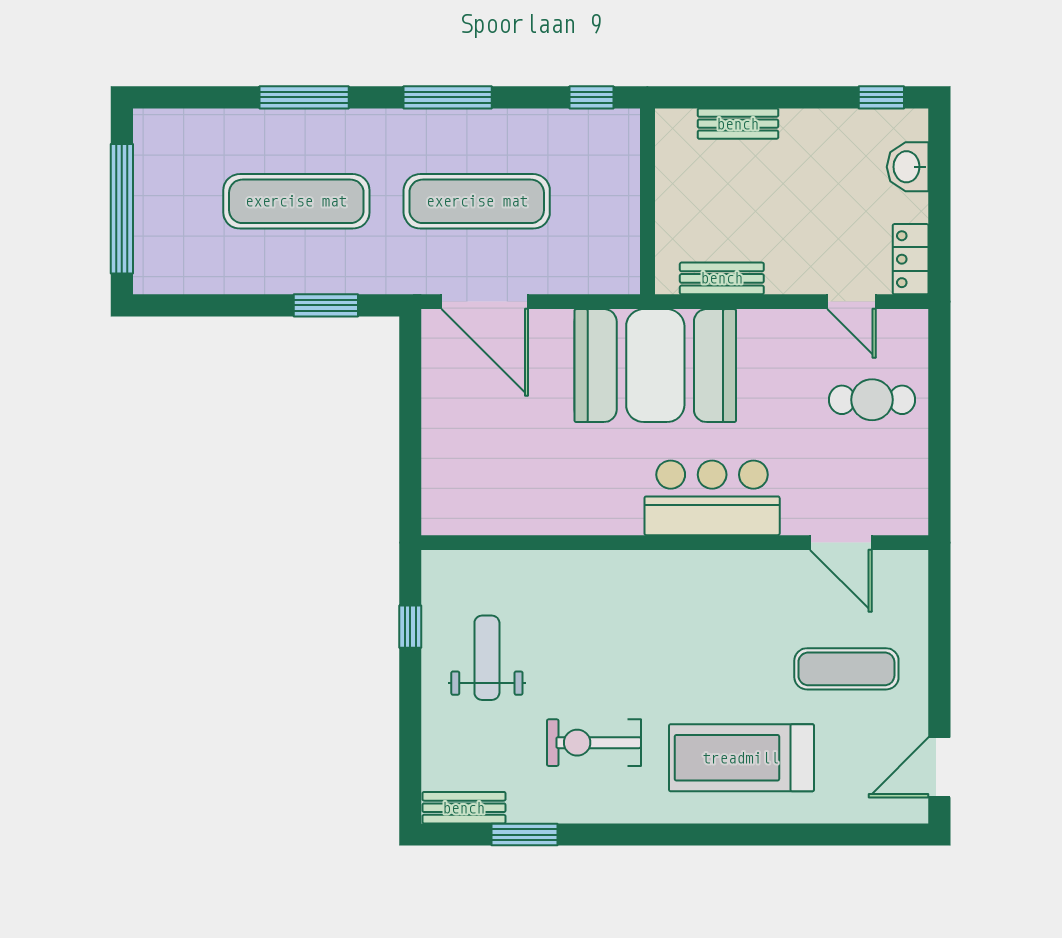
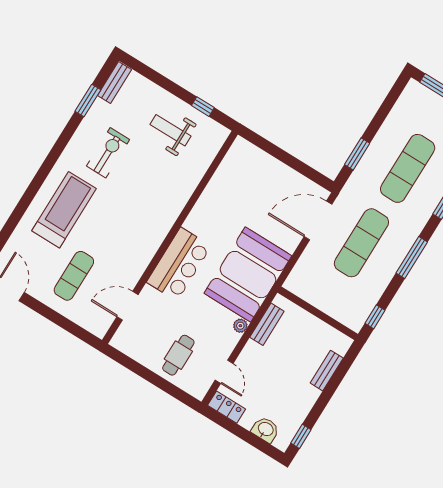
door: (851, 302) -> (224, 372), swing flipped
plant: (753, 323) -> (240, 326), added
weight bench: (487, 658) -> (170, 130), turned 180

